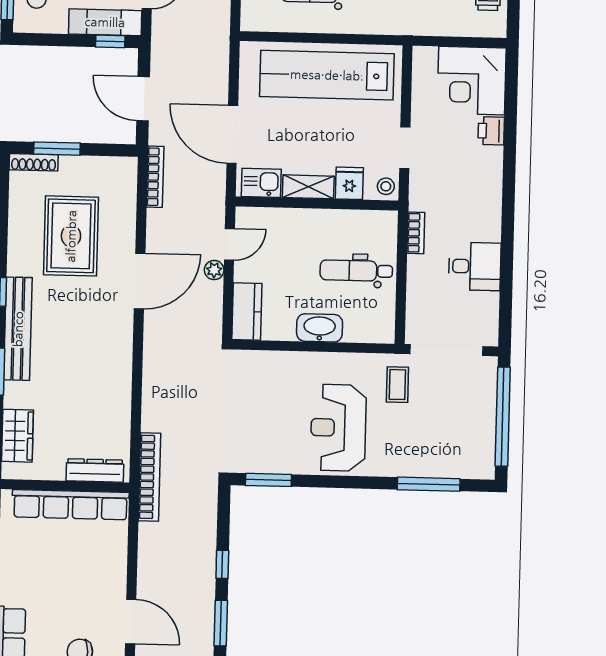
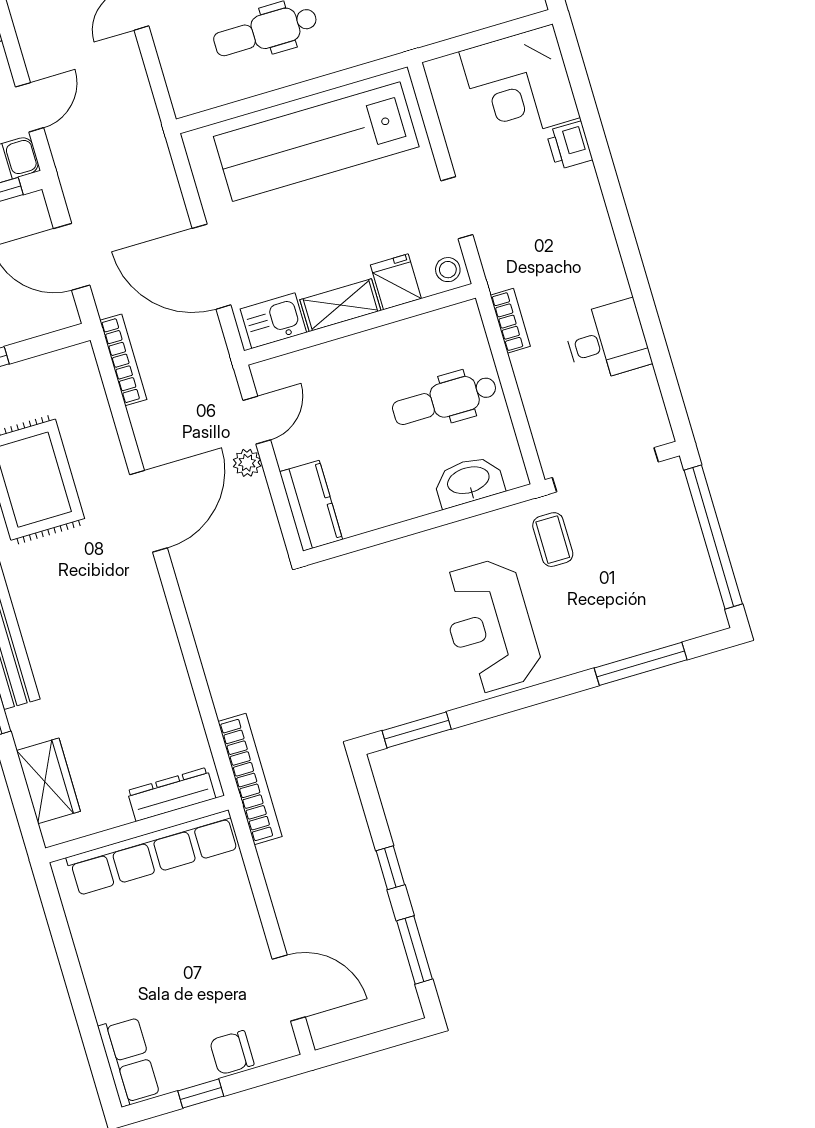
washbasin: (320, 328) -> (469, 481), moved

